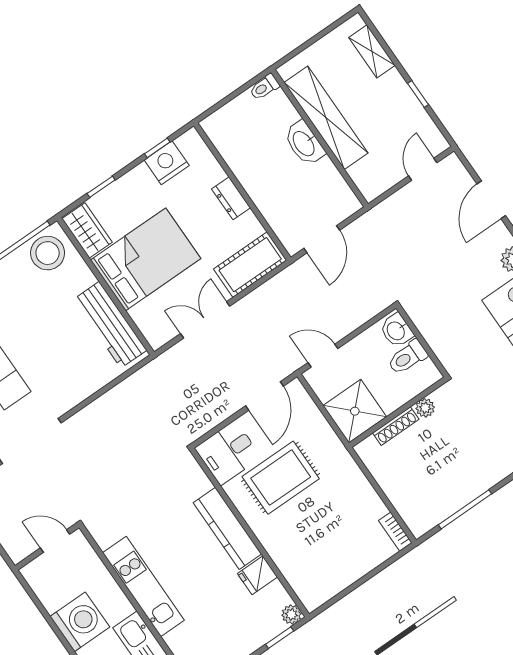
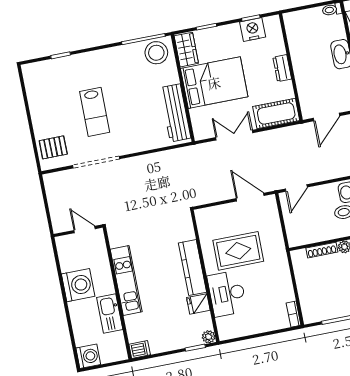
door: (323, 356) -> (296, 188), swing flipped
door: (265, 396) -> (250, 197), swing flipped
shower: (355, 411) -> (301, 230), removed
desk: (228, 453) -> (227, 294), moved, width x1.37

